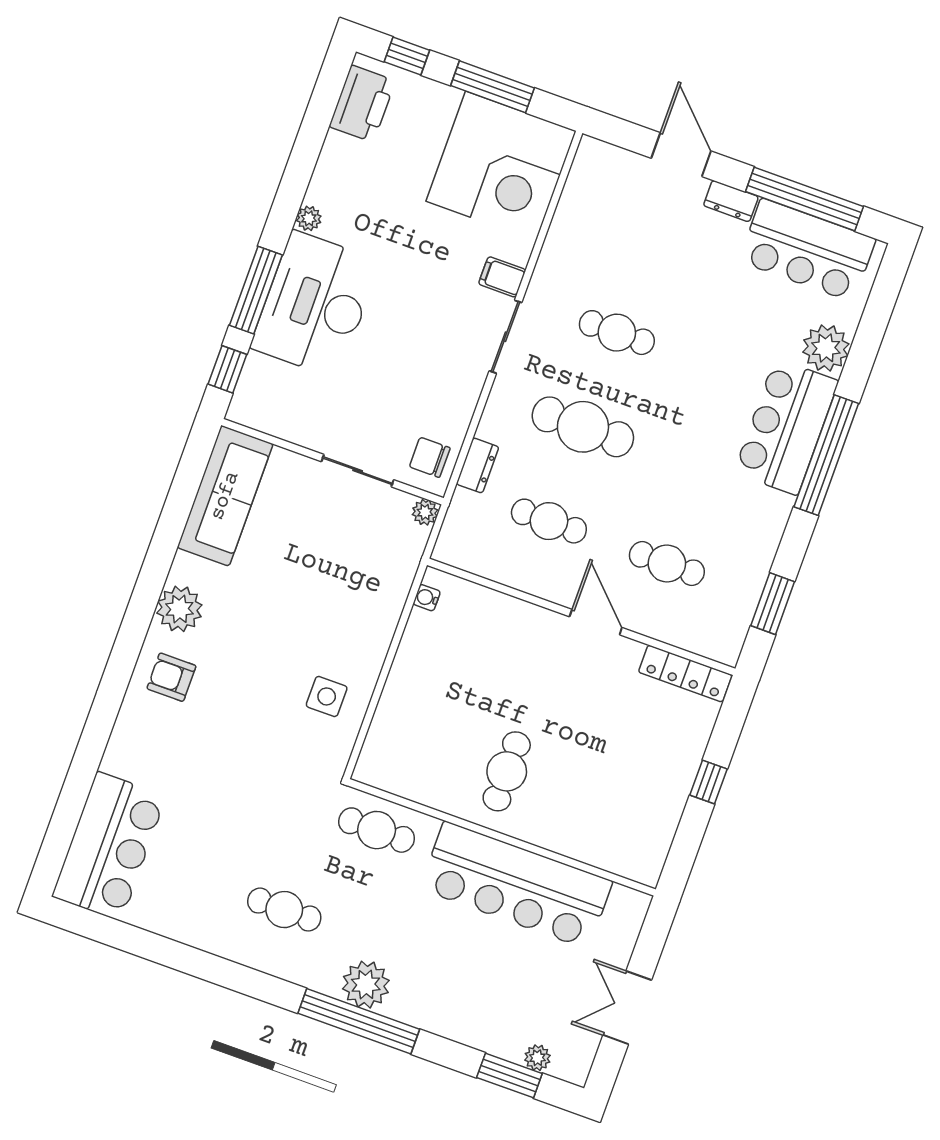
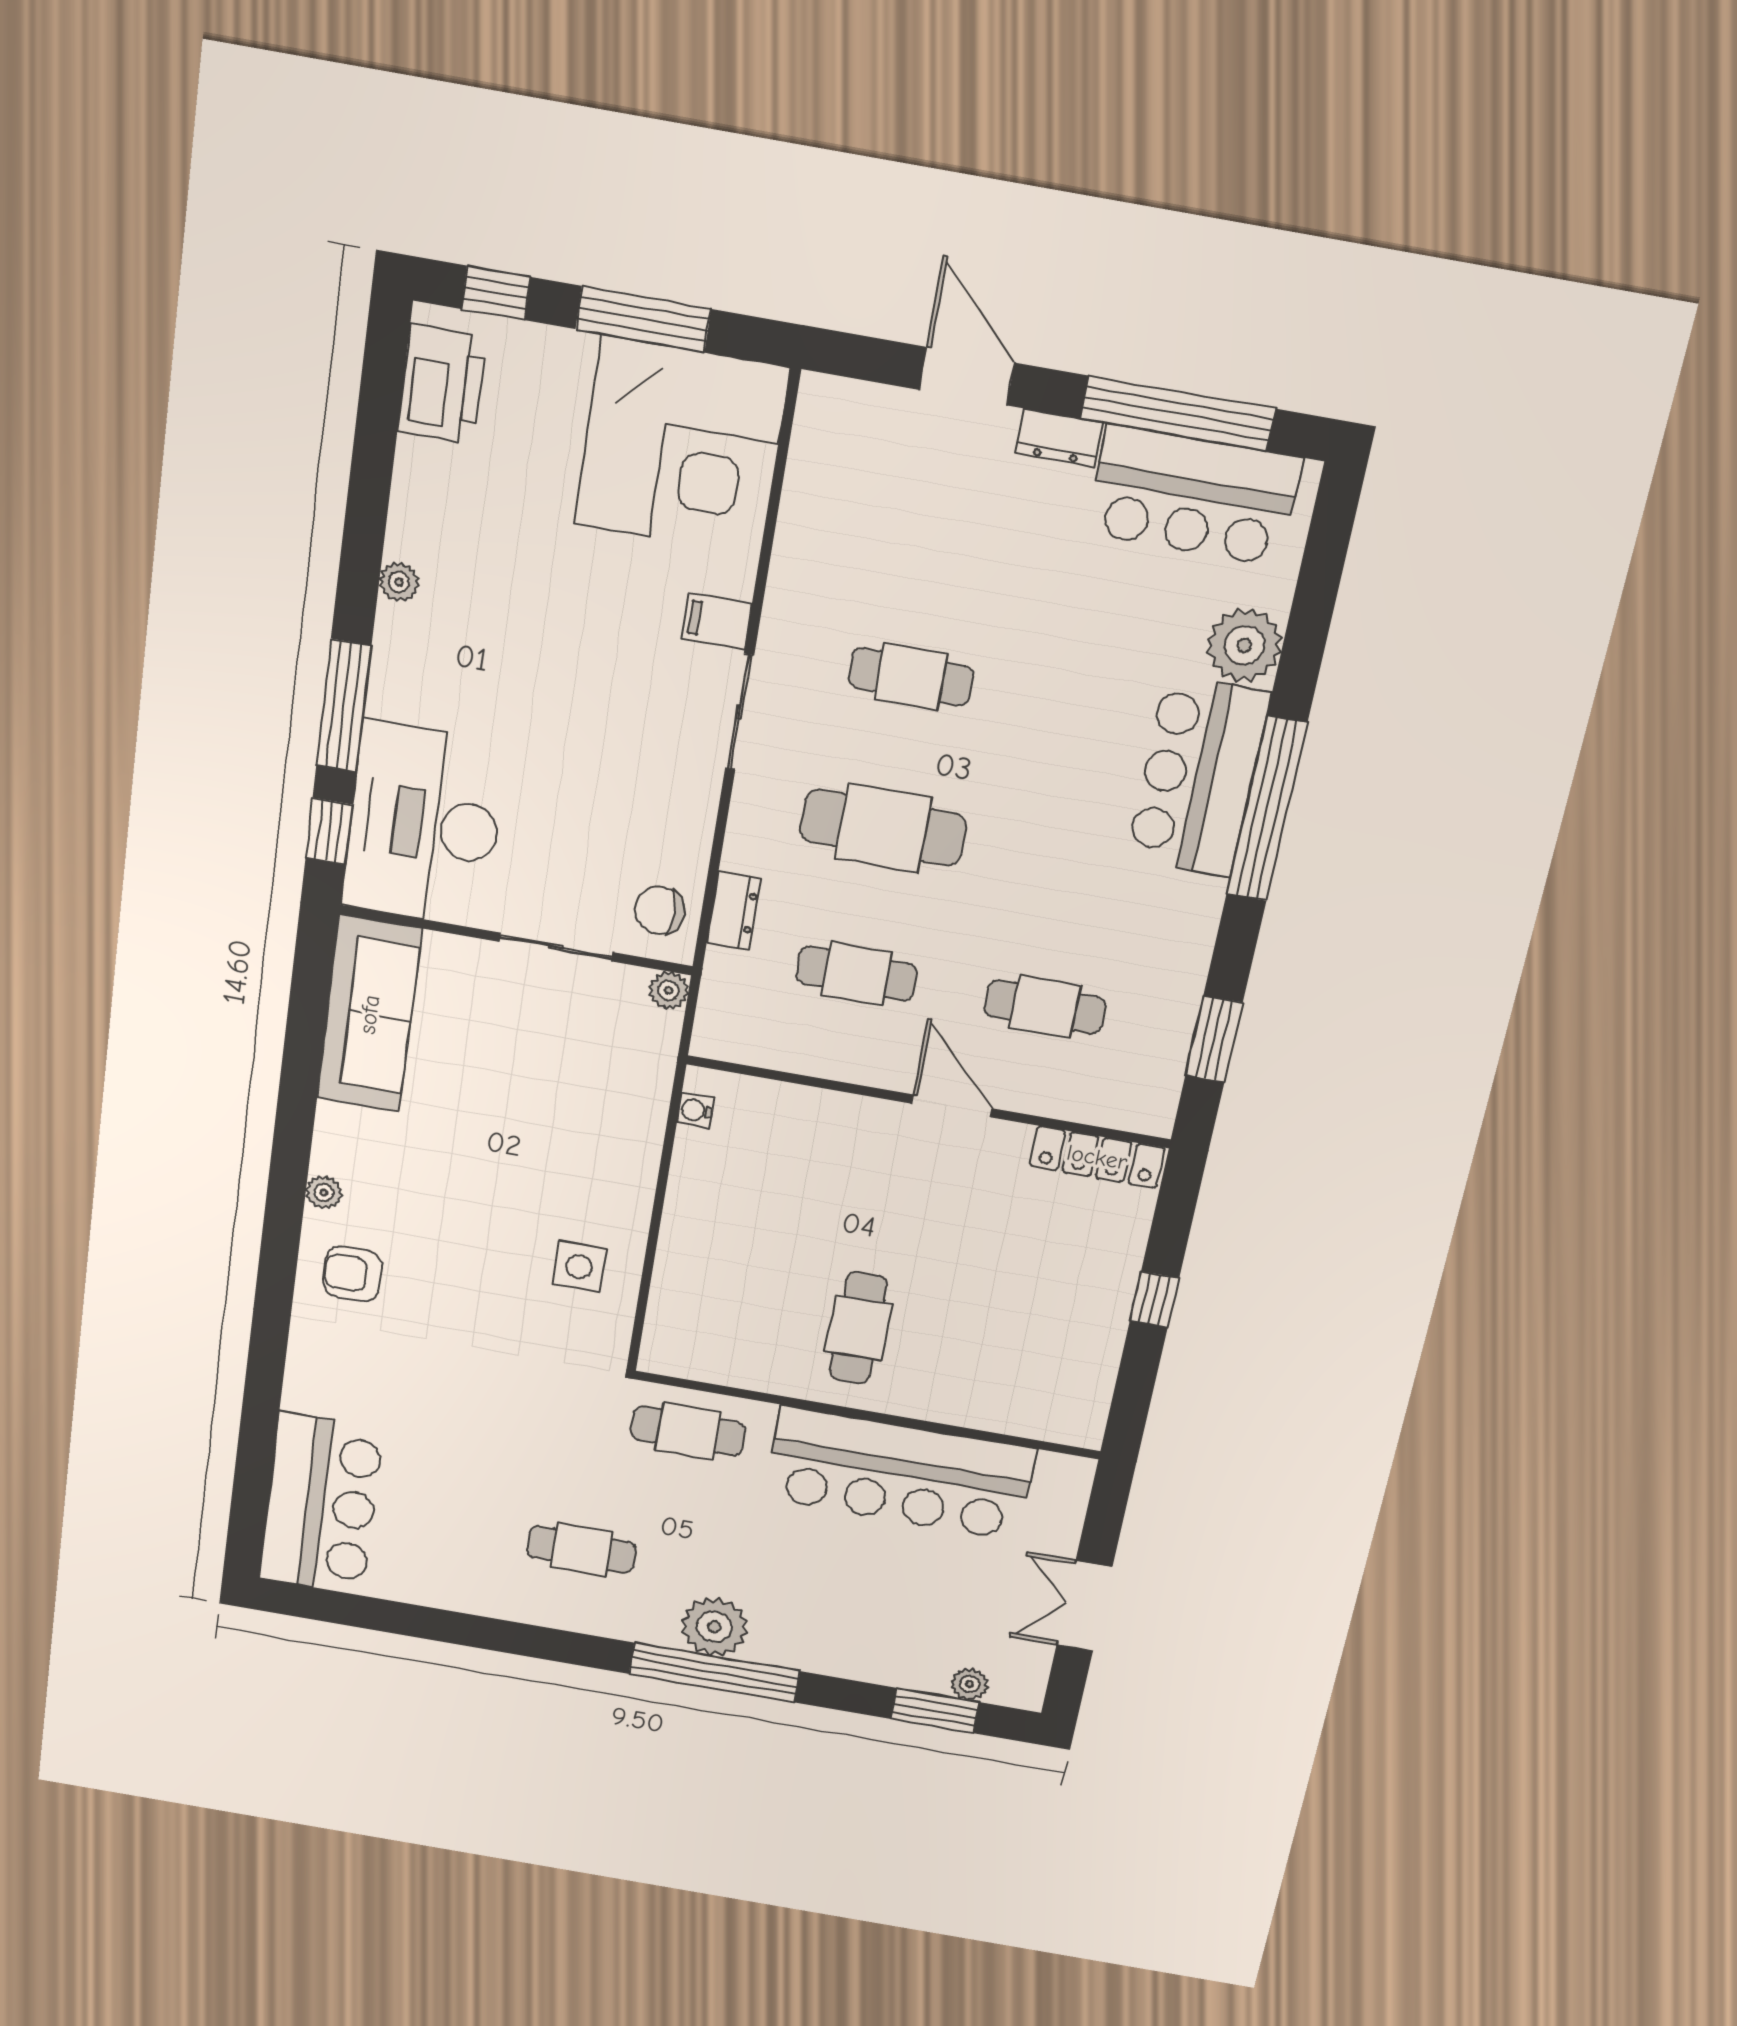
desk: (315, 304) -> (424, 825), moved
plant: (179, 609) -> (324, 1192), width x0.53, depth x0.53

